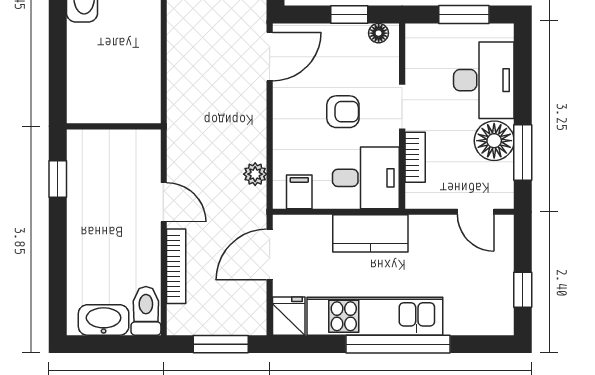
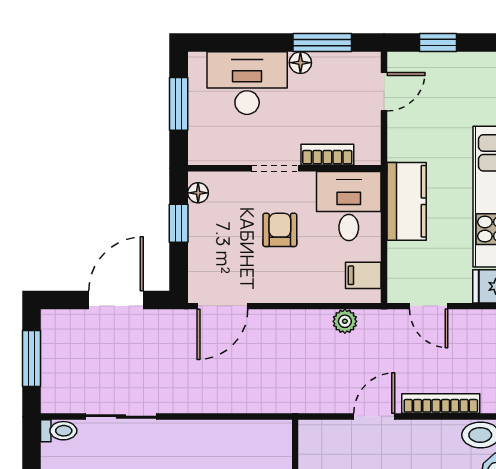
door: (270, 57) -> (222, 306), swing flipped
floor lamp: (494, 141) -> (300, 63), width x0.53, depth x0.53
door: (270, 255) -> (429, 306), width x0.73
window: (523, 290) -> (438, 43), moved

